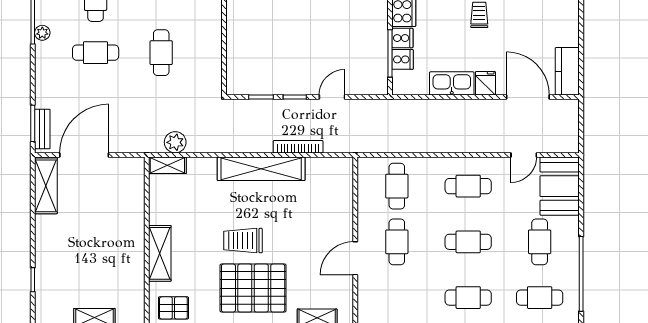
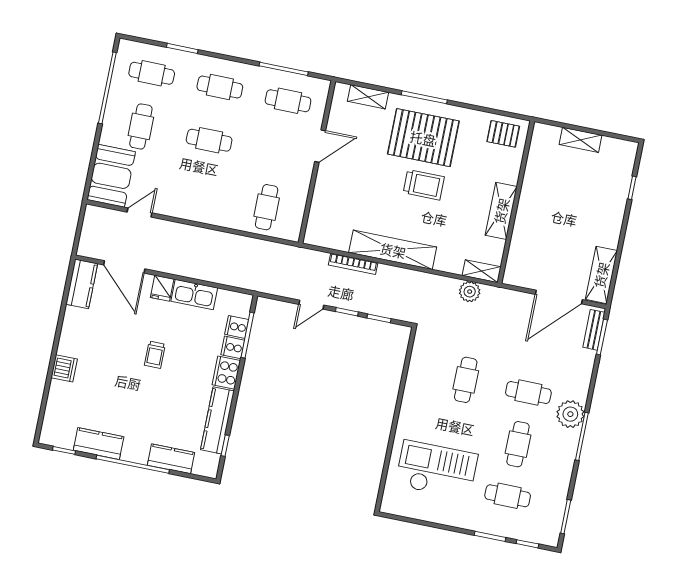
plant: (42, 33) -> (570, 414), width x1.88, depth x1.88
cafe table: (468, 186) -> (198, 193), removed
cafe table: (397, 242) -> (288, 101), moved, turned 90
shelving: (160, 253) -> (501, 211), moved

